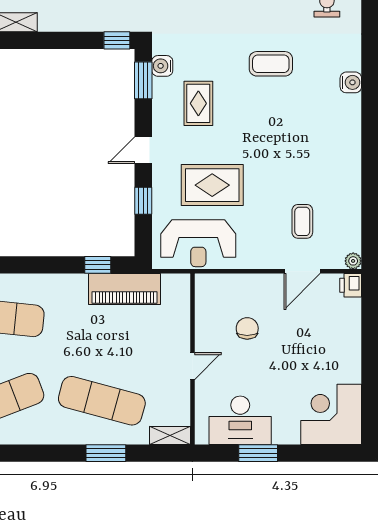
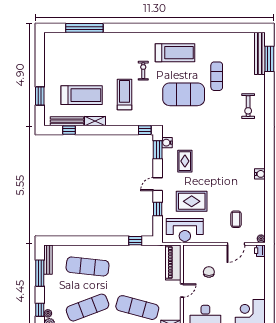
coffee table: (271, 64) -> (221, 142), removed
water cooler: (351, 82) -> (260, 174), moved
piano: (125, 289) -> (173, 263), moved, turned 90

